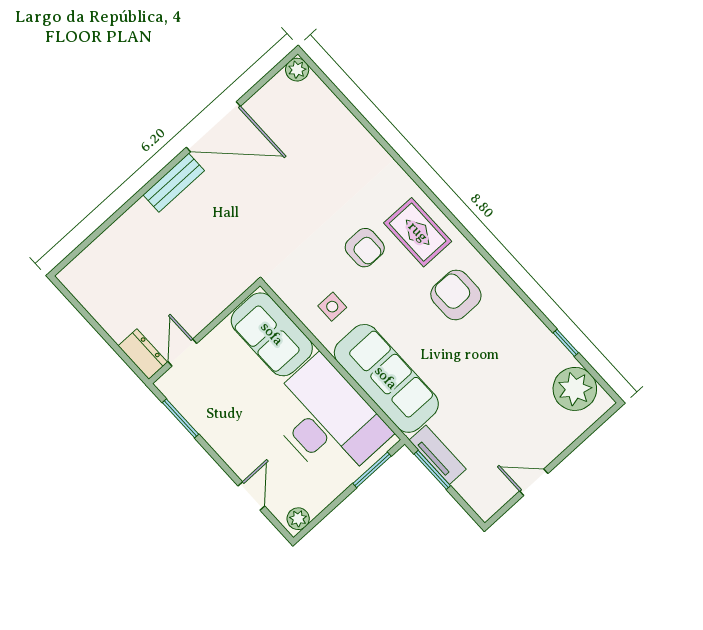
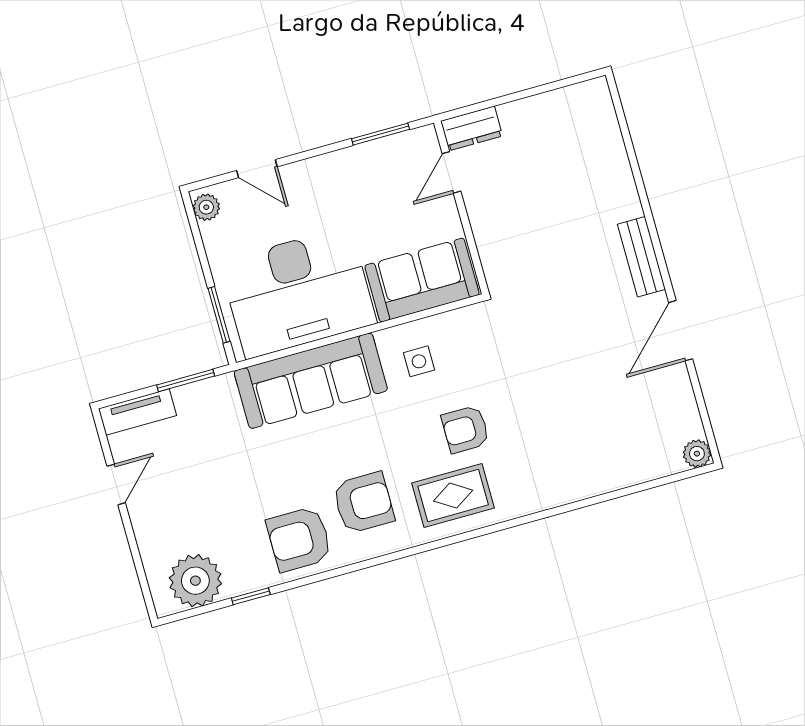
door: (213, 127) -> (681, 331), width x0.73
armchair: (506, 329) -> (299, 539), added
door: (182, 353) -> (451, 172), swing flipped
tv unit: (438, 455) -> (138, 412), moved

